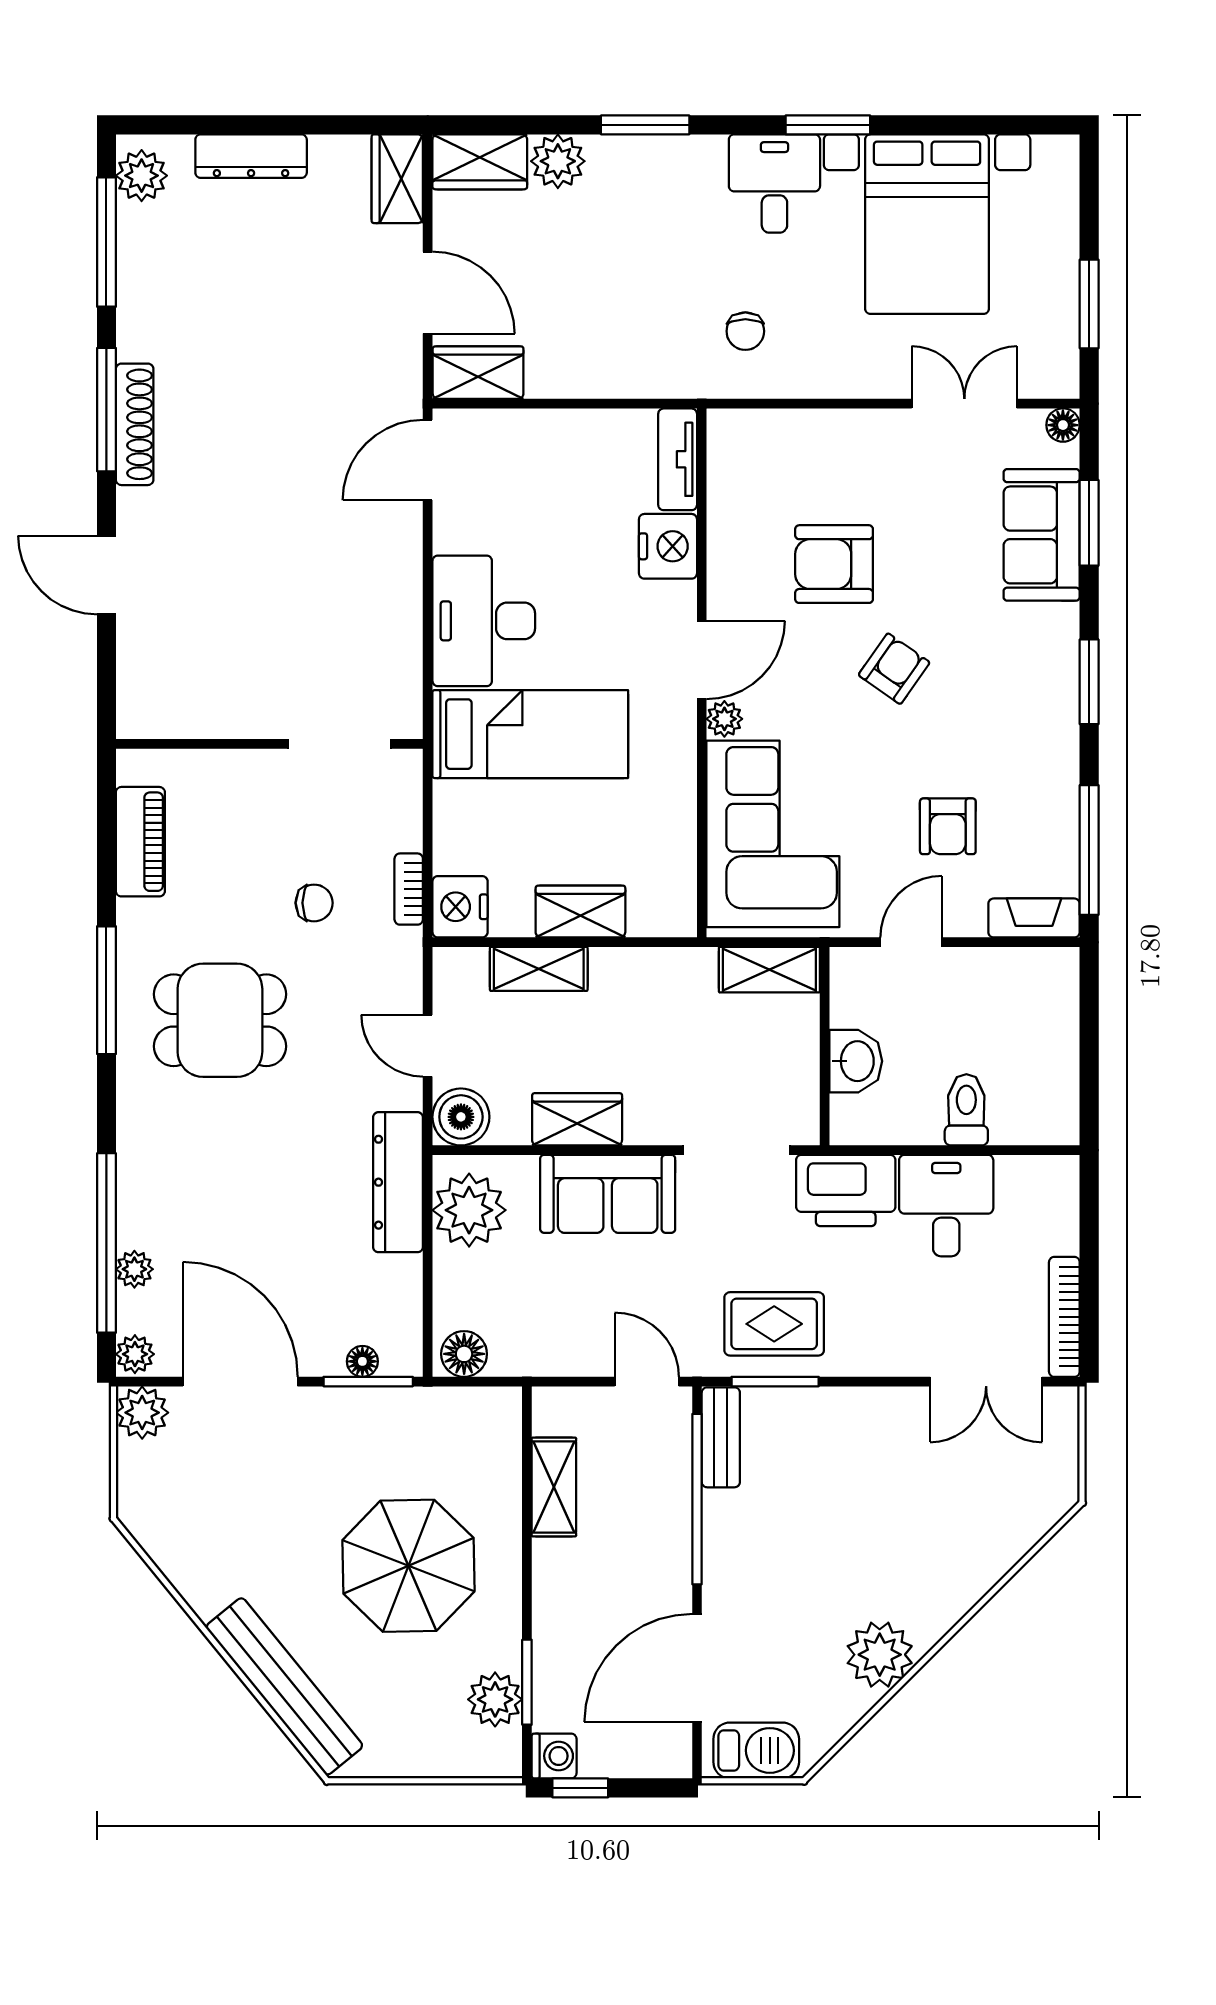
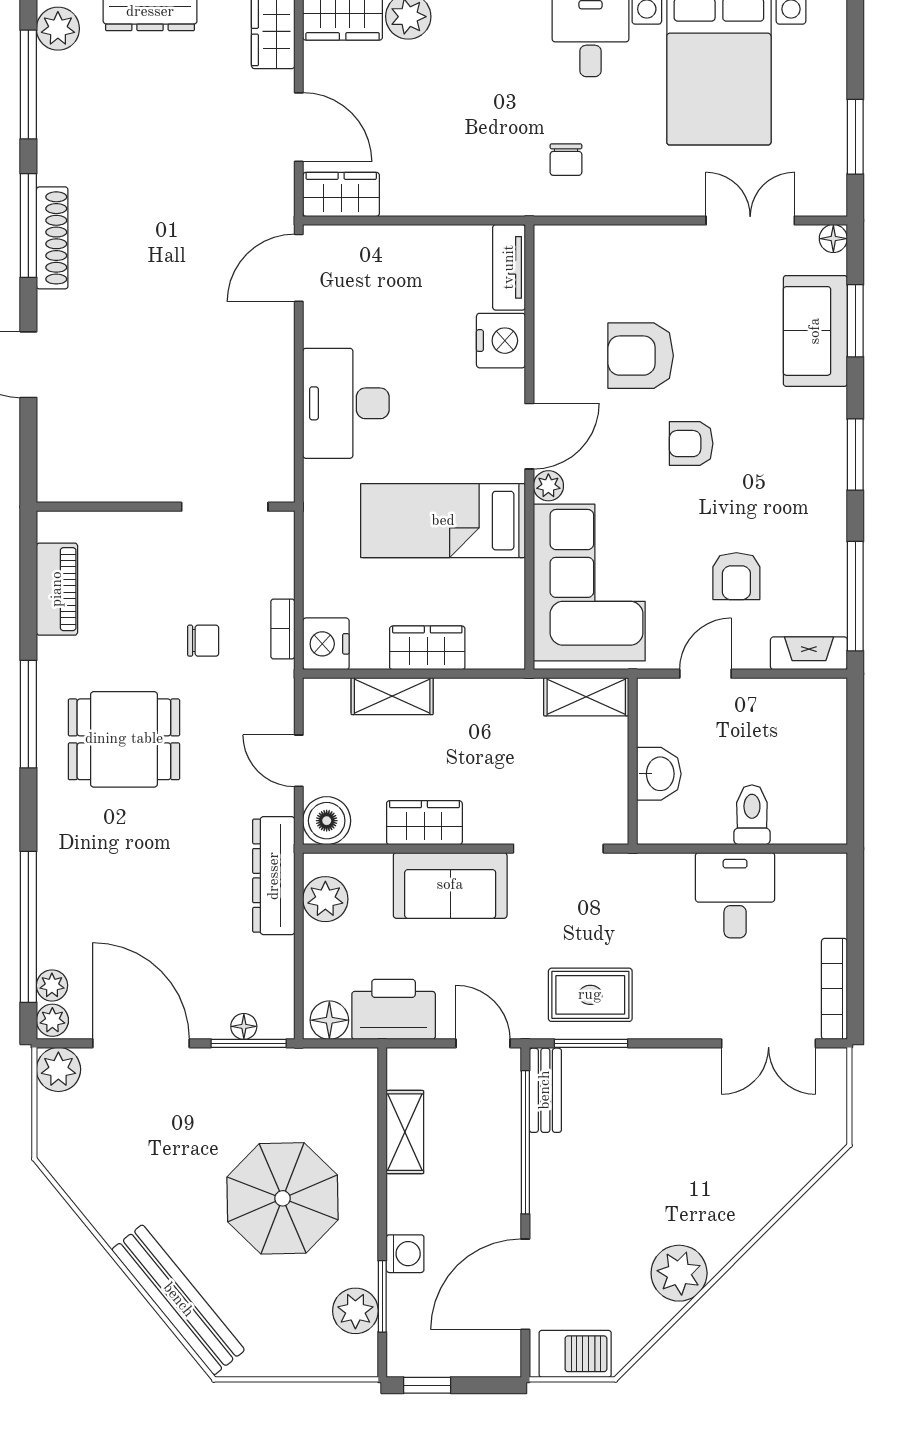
armchair: (894, 669) -> (691, 444), turned -125
bed: (530, 734) -> (443, 521), moved, turned 180
printer: (846, 1190) -> (394, 1009), moved, turned 180
plant: (469, 1210) -> (325, 899), width x0.73, depth x0.73
plant: (134, 1269) -> (52, 985), moved
washing machine: (554, 1756) -> (405, 1254), moved

